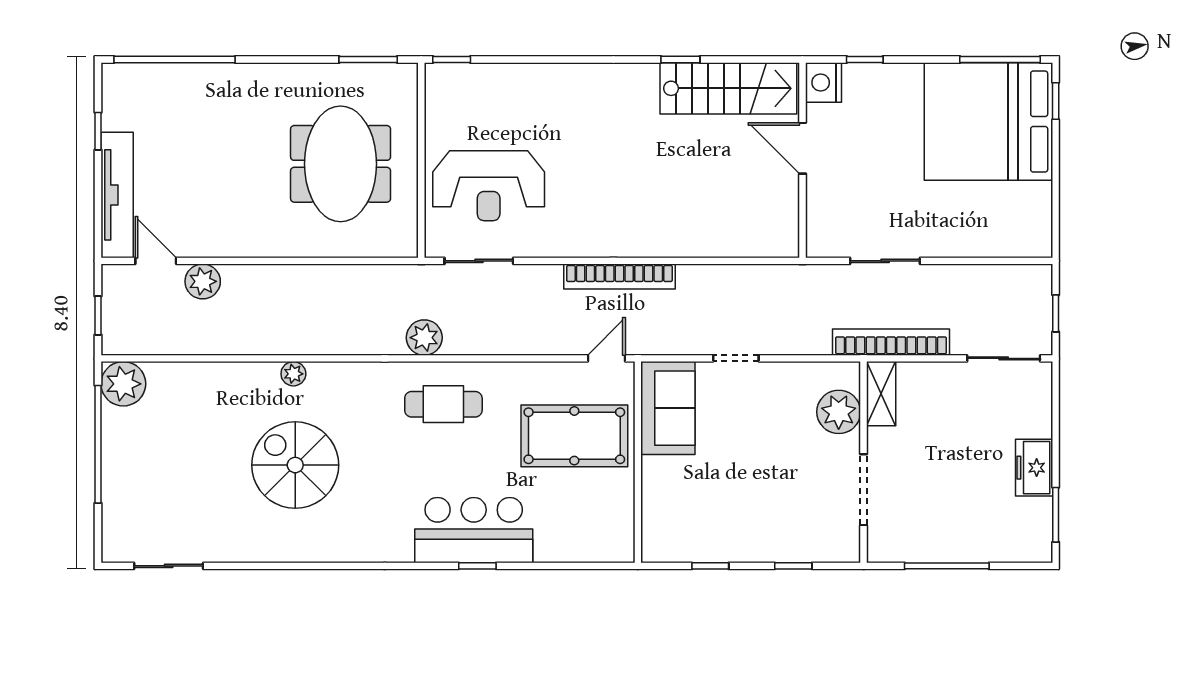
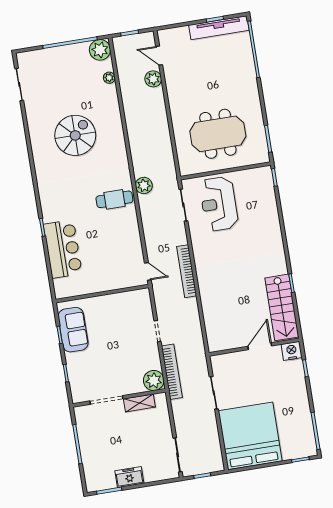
bed: (989, 122) -> (250, 436), moved
tv unit: (117, 195) -> (219, 28), moved
door: (156, 261) -> (159, 56), swing flipped
bookcase: (891, 342) -> (172, 372), moved
plant: (293, 374) -> (109, 78), moved
shelving: (881, 394) -> (139, 403), moved
cafe table: (443, 404) -> (114, 199), turned 90
sofa: (668, 408) -> (73, 330), moved, turned -90
plant: (839, 412) -> (154, 380), moved
pool table: (574, 436) -> (110, 262), removed
bar counter: (474, 530) -> (63, 249), moved

